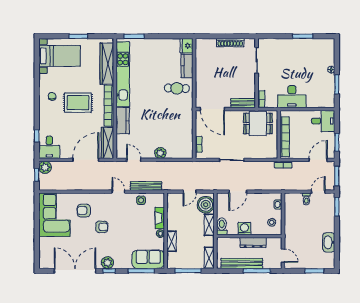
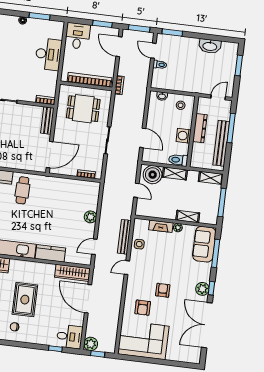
desk: (292, 97) -> (48, 54), moved
bookcase: (109, 106) -> (32, 266), removed
dining table: (258, 123) -> (83, 109), moved, turned 90

